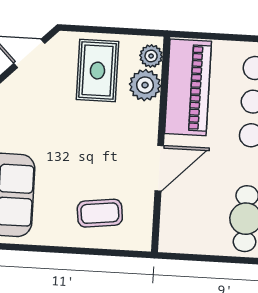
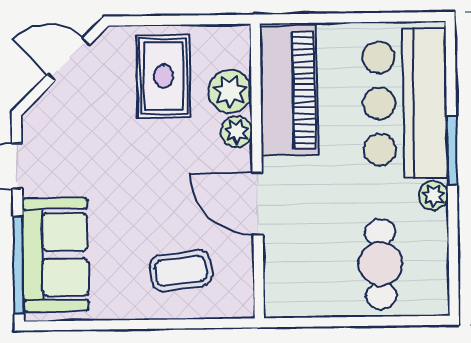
plant: (151, 56) -> (236, 132), moved
door: (159, 168) -> (258, 204), swing flipped

